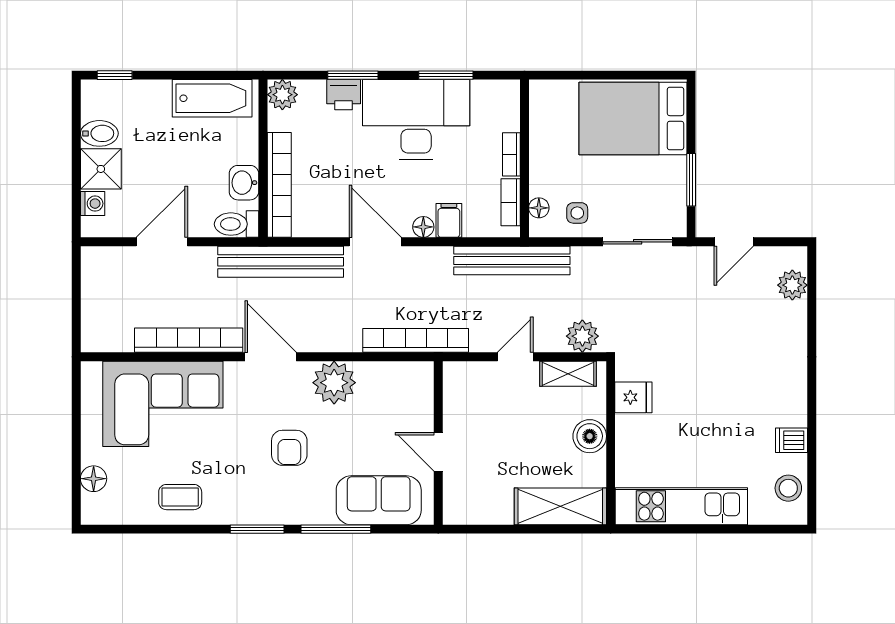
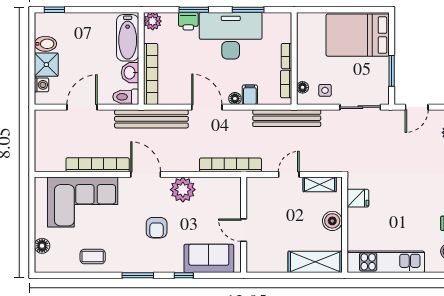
bathtub: (212, 98) -> (128, 38), moved, turned 90
plant: (582, 336) -> (328, 162), removed
window: (336, 529) -> (184, 275), width x0.46

